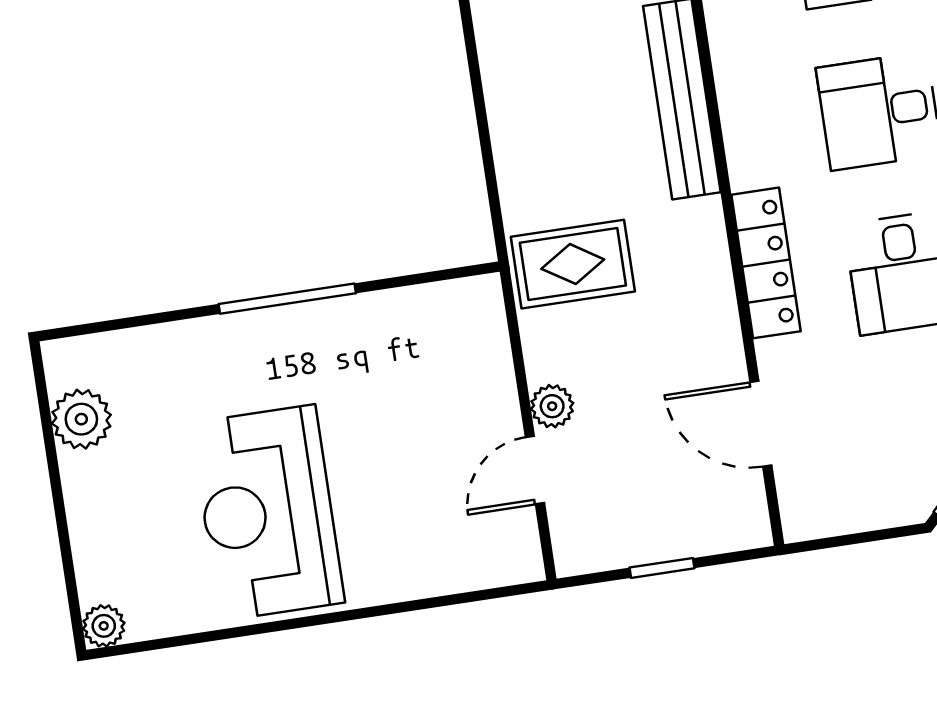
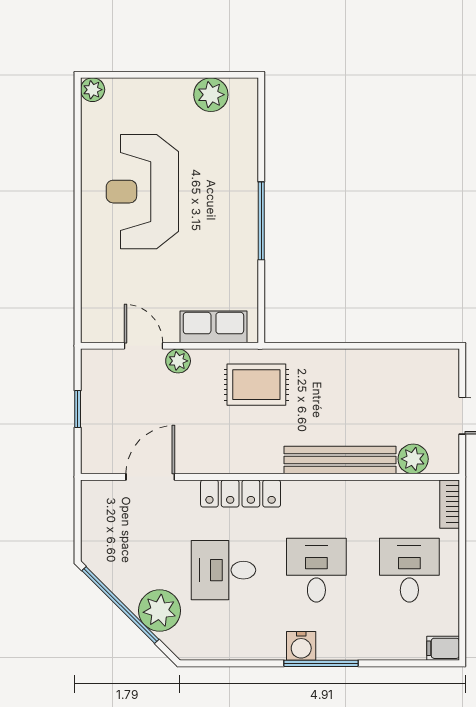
rug: (573, 264) -> (256, 385), turned 90
row of seats: (484, 354) -> (213, 327), added
reception desk: (268, 513) -> (142, 192), turned -90

